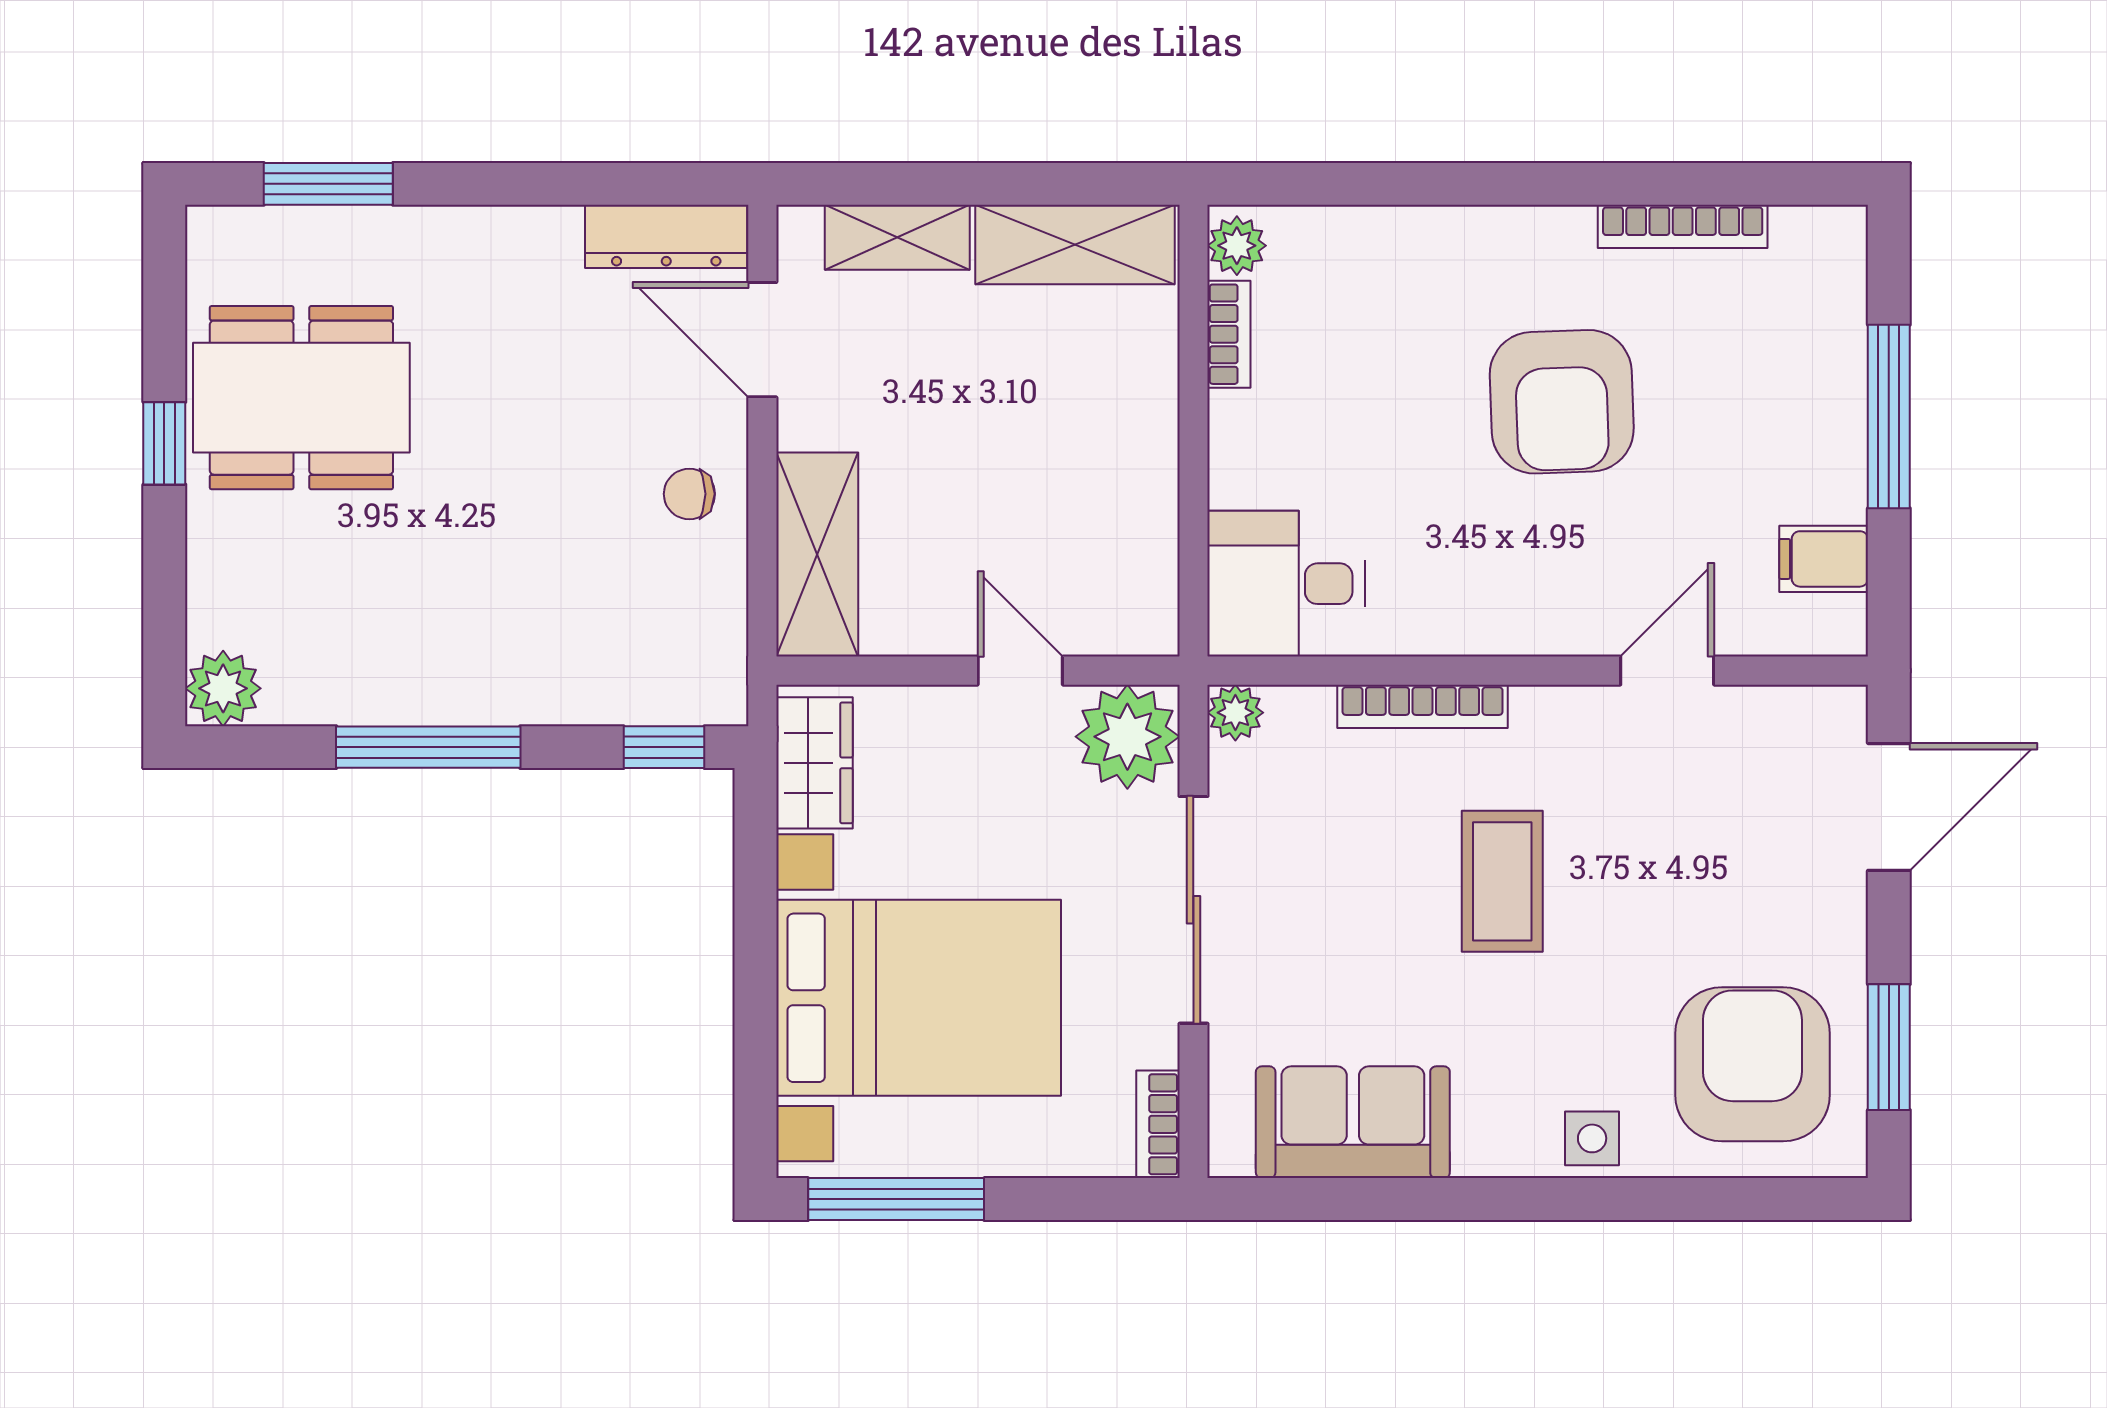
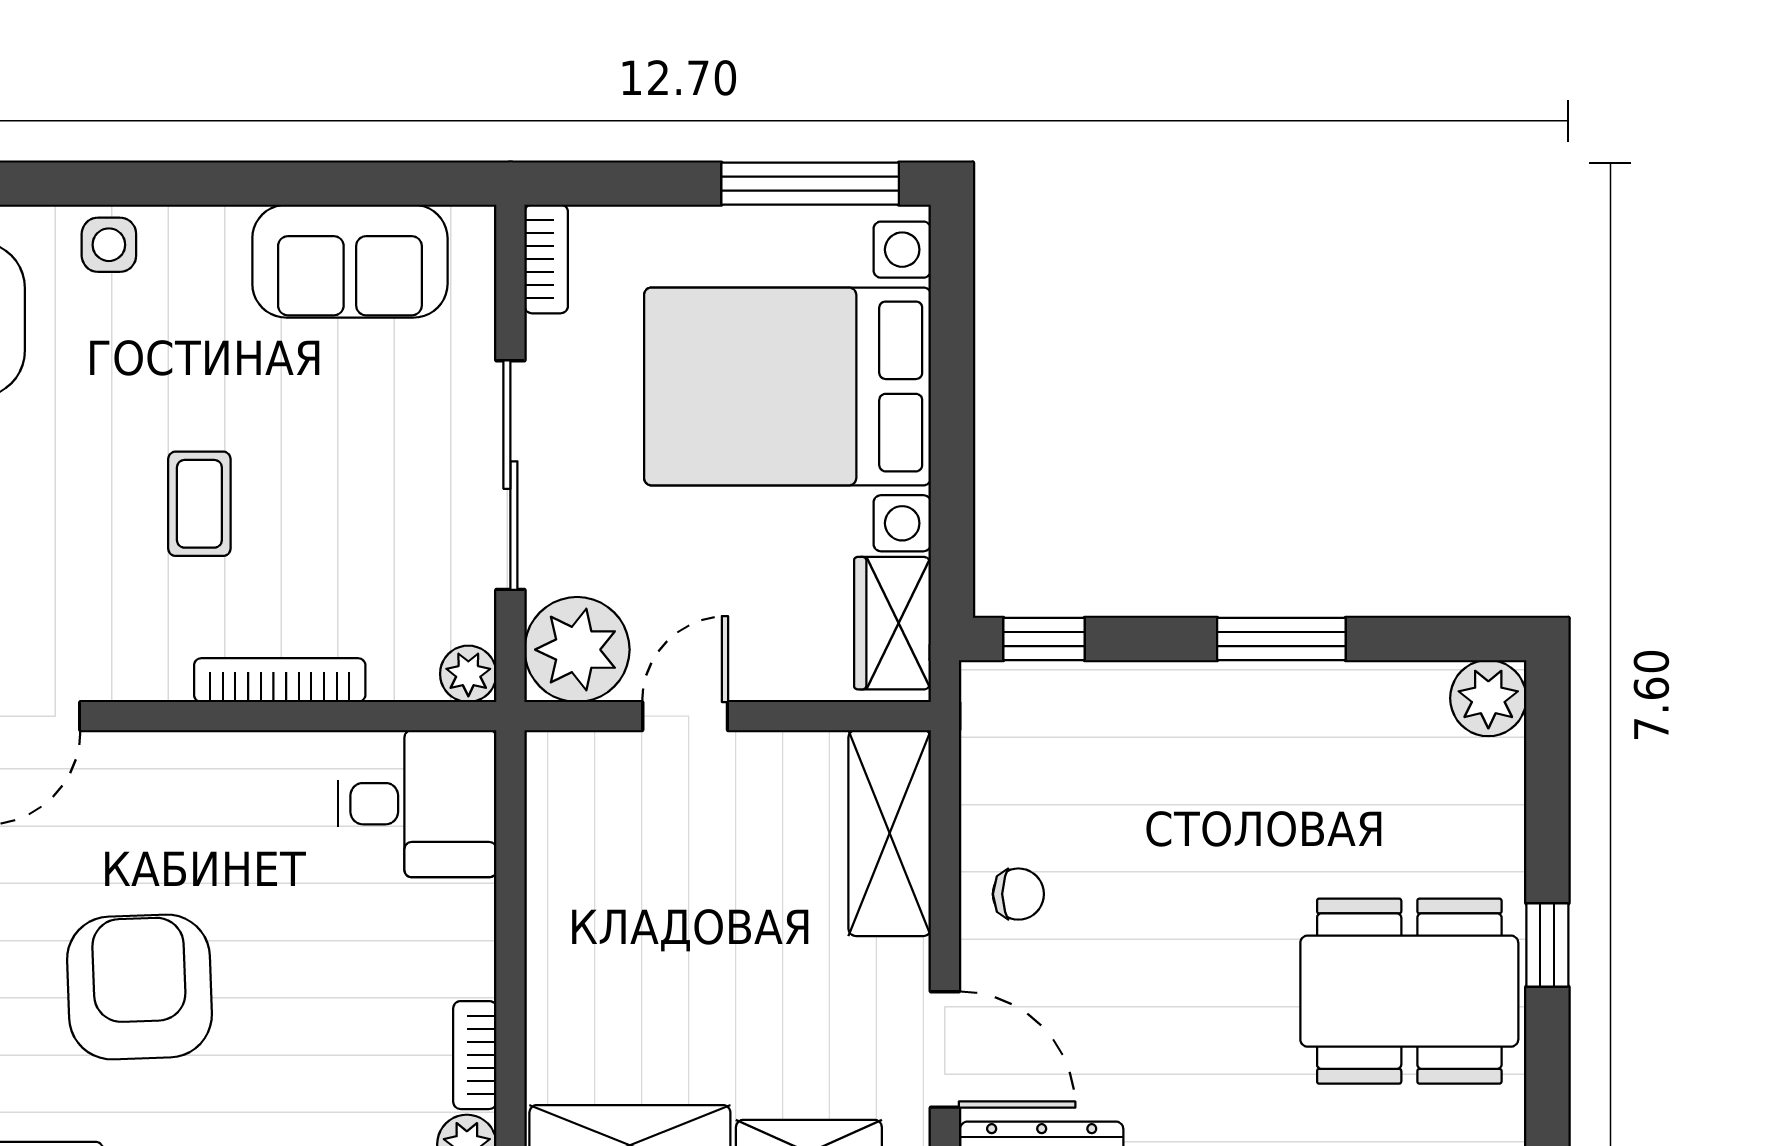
door: (1020, 671) -> (685, 716), swing flipped
window: (428, 747) -> (1281, 639), width x0.69
coffee table: (1502, 881) -> (199, 504), width x0.73, depth x0.77

